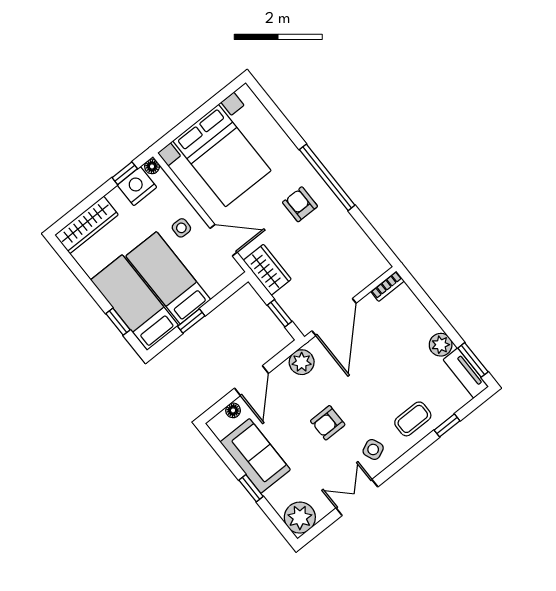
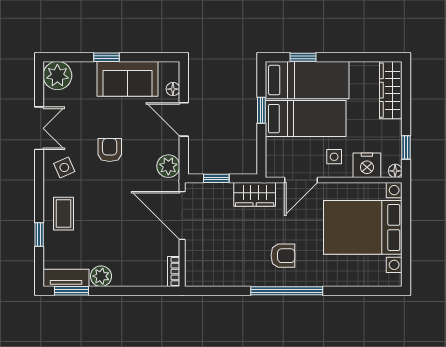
nightstand: (137, 186) -> (367, 165), moved, turned 90

